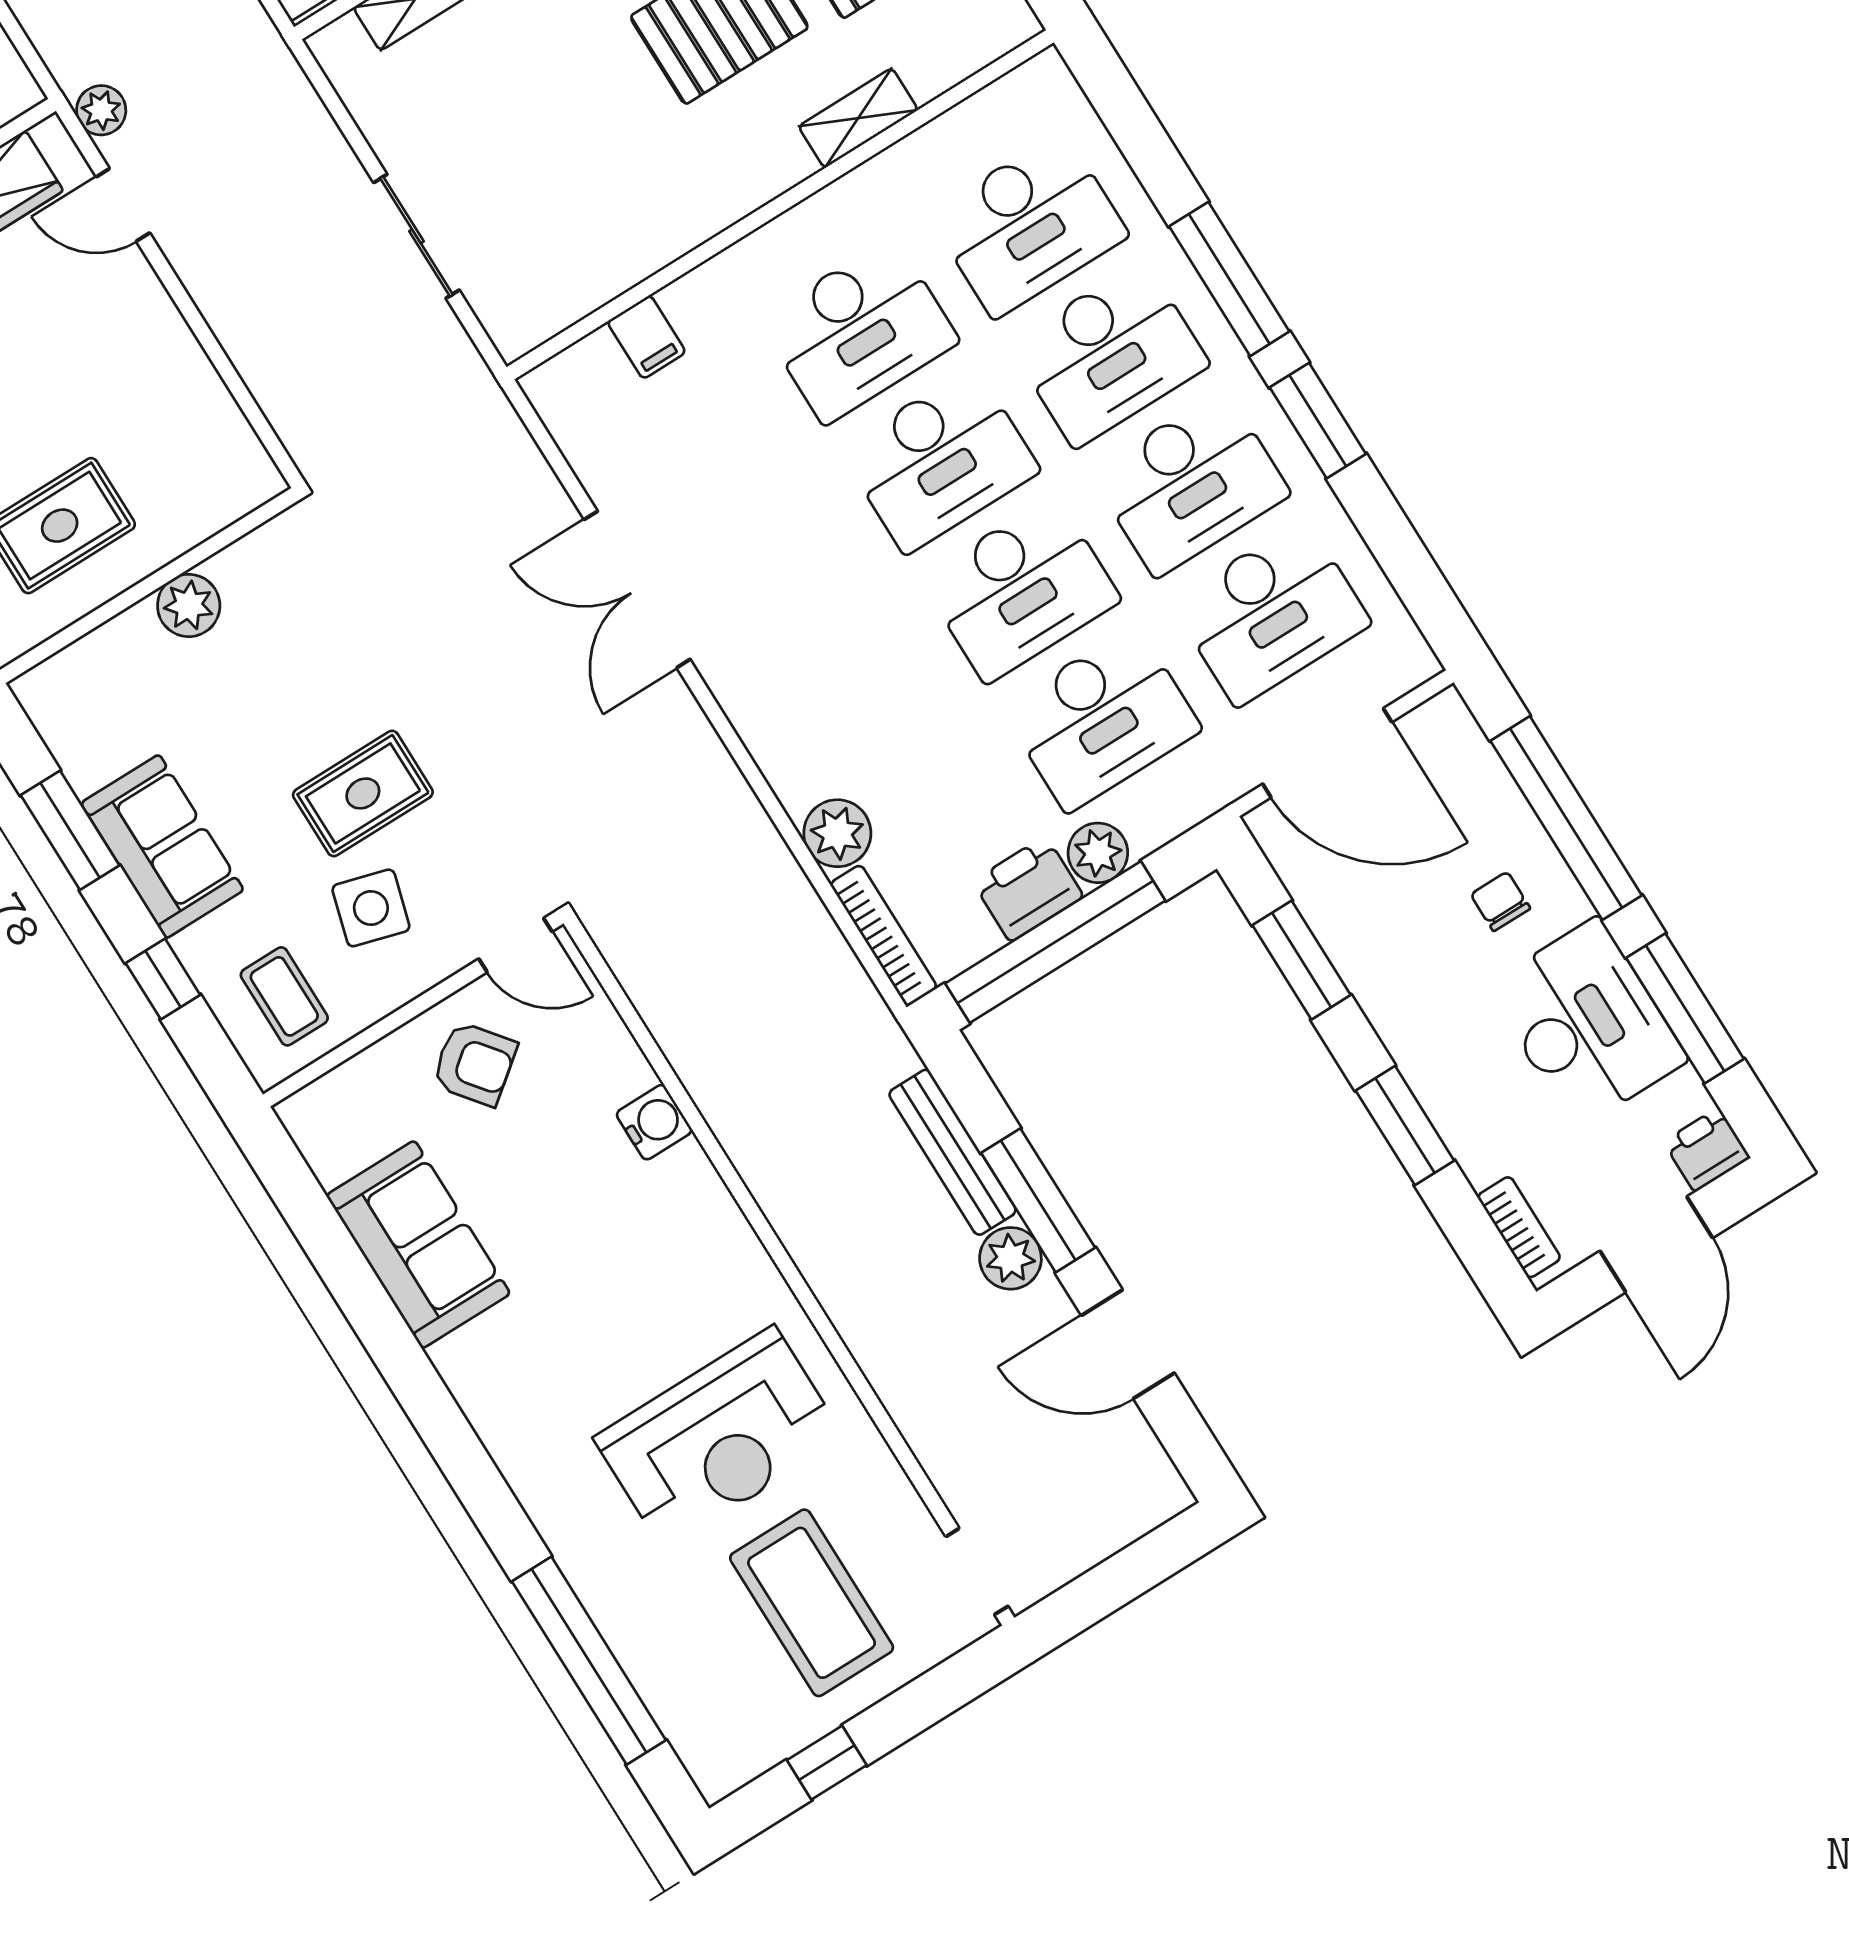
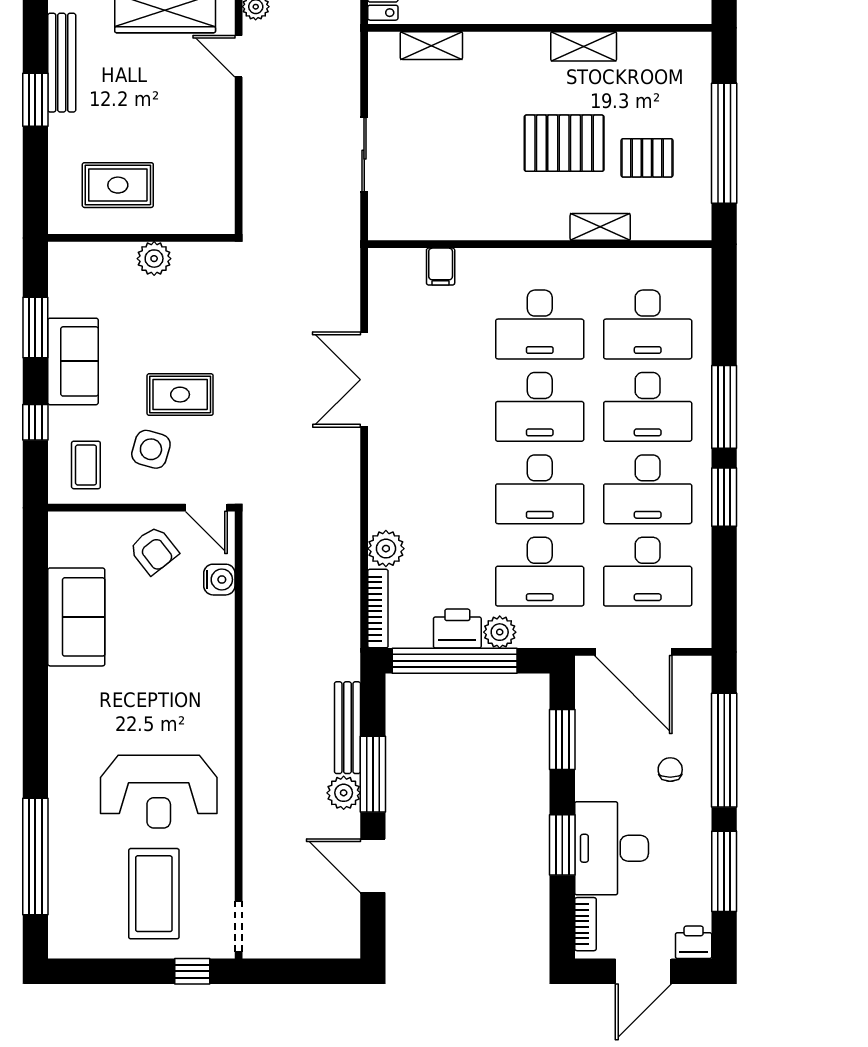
desk: (1587, 1023) -> (612, 848), moved, turned 180
water cooler: (654, 1122) -> (219, 580), moved
window: (827, 1763) -> (192, 971), moved

